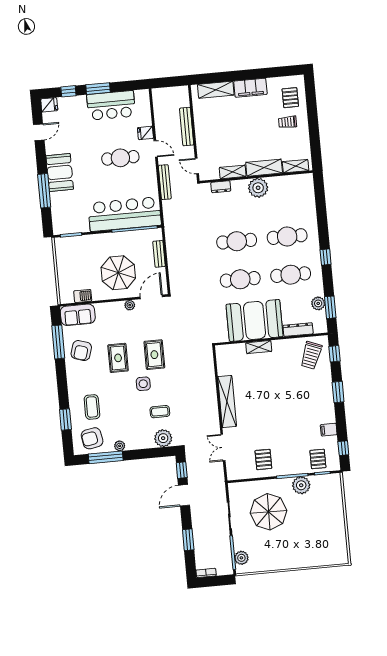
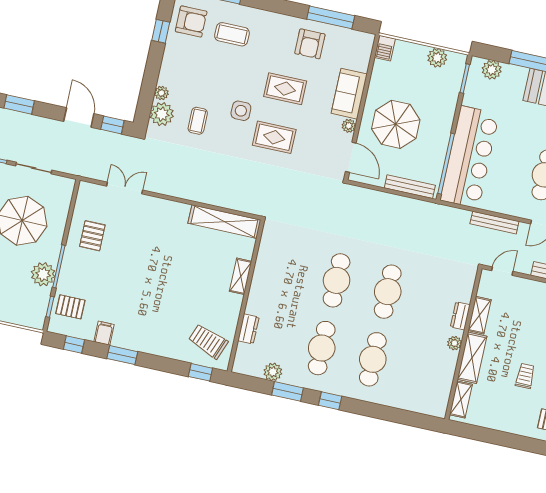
trolley: (288, 122) -> (525, 376), moved
dresser: (221, 187) -> (460, 316), moved
plant: (258, 188) -> (455, 343), width x0.53, depth x0.53
plant: (59, 218) -> (492, 70), added
bench: (159, 254) -> (410, 187), width x1.36
plant: (63, 259) -> (437, 58), added
barbecue: (83, 296) -> (385, 48), moved
window: (330, 307) -> (288, 391), moved
sofa: (78, 315) -> (349, 94), moved
booth: (255, 320) -> (277, 282), removed
dresser: (298, 330) -> (248, 329), width x0.70
armchair: (81, 351) -> (310, 44), turned -107
window: (338, 392) -> (122, 355), moved
shelving: (227, 402) -> (224, 222), moved
armchair: (92, 438) -> (191, 21), turned 100
plant: (120, 446) -> (161, 93), moved
window: (106, 457) -> (161, 31), width x0.46
pallet: (263, 459) -> (92, 236), turned 90

